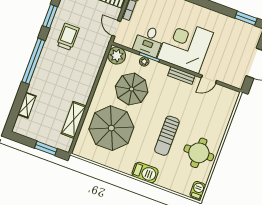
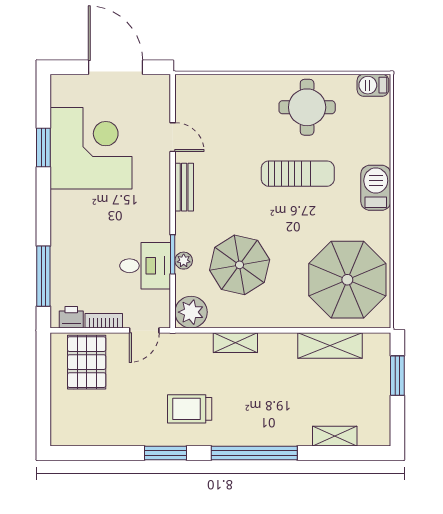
window: (246, 18) -> (43, 147), moved
corner desk: (185, 46) -> (91, 148), moved, turned 180
shelving: (93, 72) -> (235, 343), added
parasol: (111, 128) -> (347, 280), moved

